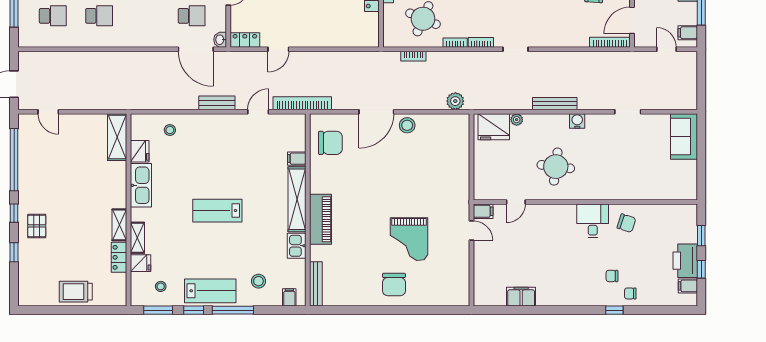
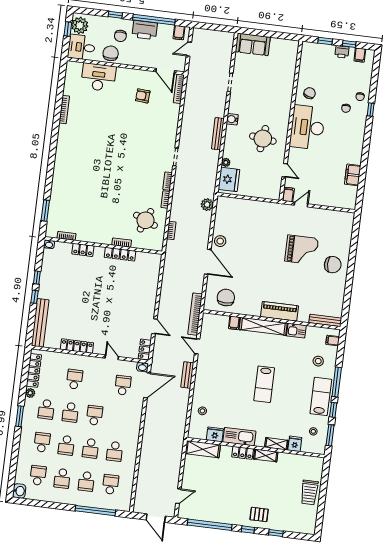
school desk: (99, 16) -> (115, 451), turned 180
desk: (593, 221) -> (307, 127), width x1.87, depth x1.30
locker: (119, 257) -> (243, 453), moved
printer: (685, 261) -> (342, 52), width x0.53, depth x0.68

